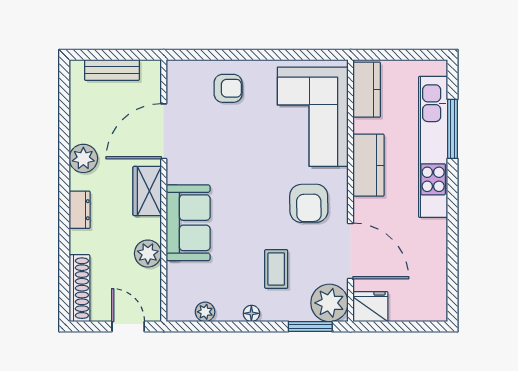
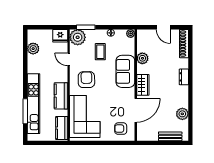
door: (164, 131) -> (136, 110), moved
plant: (83, 158) -> (182, 114), moved
wardrobe: (147, 191) -> (143, 85), moved
wall: (164, 191) -> (136, 85), moved
sofa: (188, 223) -> (125, 71), moved
door: (351, 251) -> (69, 59), width x0.53
plant: (148, 254) -> (142, 58), moved
plant: (434, 276) -> (33, 49), added

